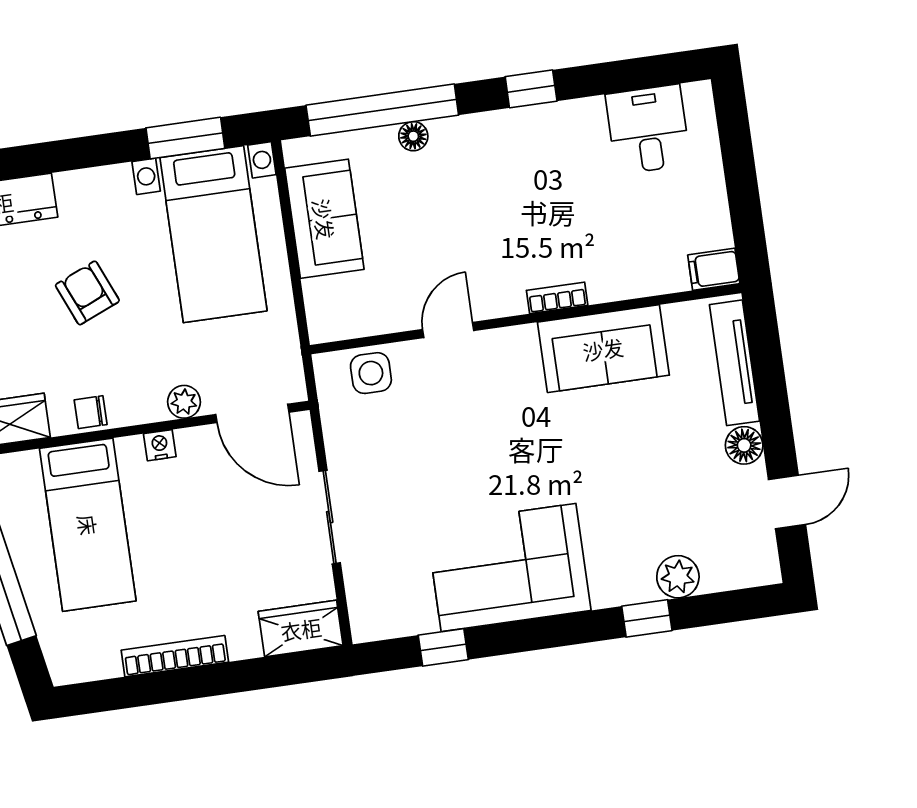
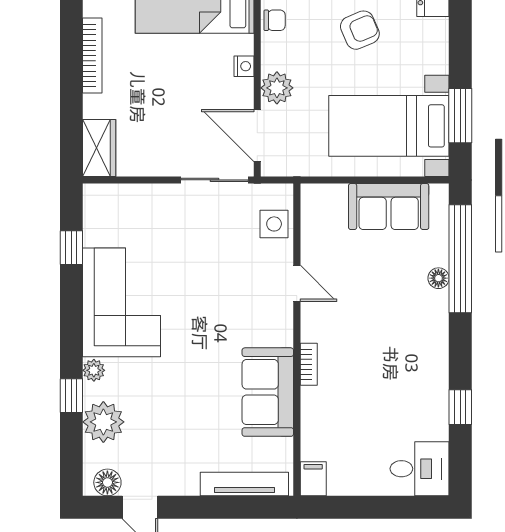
window: (531, 89) -> (460, 407), moved
desk: (648, 129) -> (420, 469), moved
plant: (184, 402) -> (277, 88), width x1.38, depth x1.38
chair: (91, 412) -> (275, 20), turned 90
door: (252, 413) -> (257, 135), hinge flipped
floor lamp: (744, 445) -> (107, 482), moved
sliding door: (330, 517) -> (215, 180), moved
plant: (678, 577) -> (103, 422), width x1.36, depth x1.36
plant: (607, 592) -> (94, 370), added

